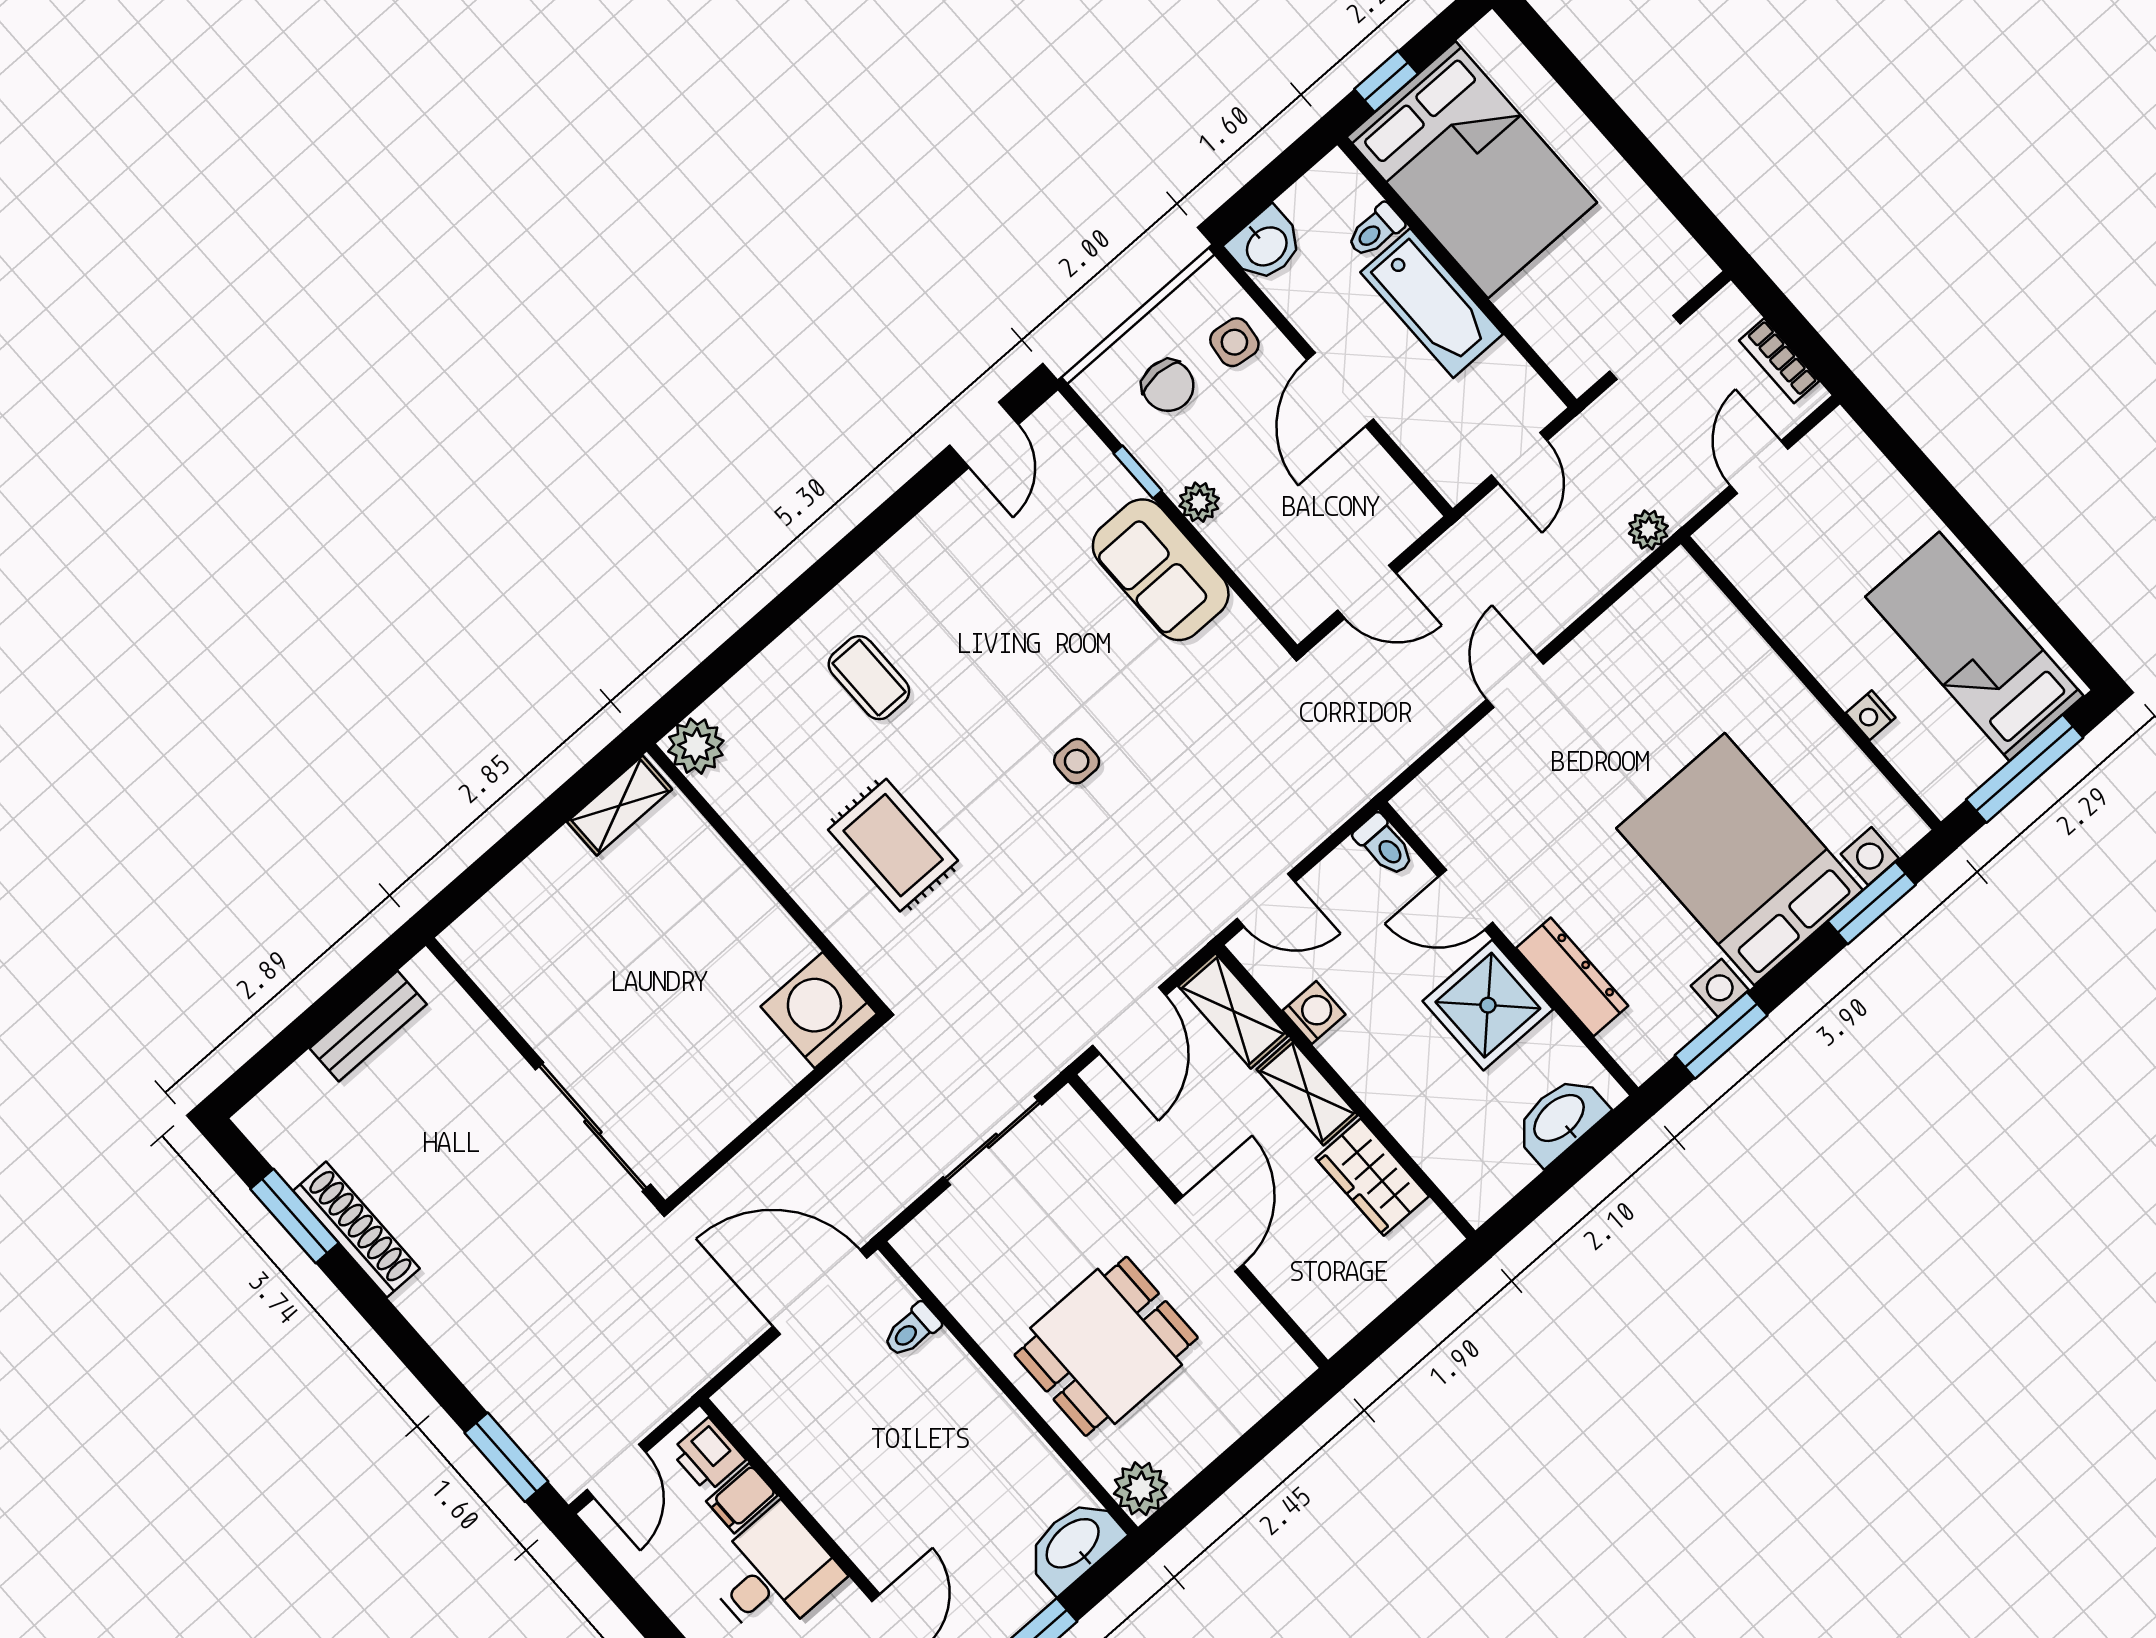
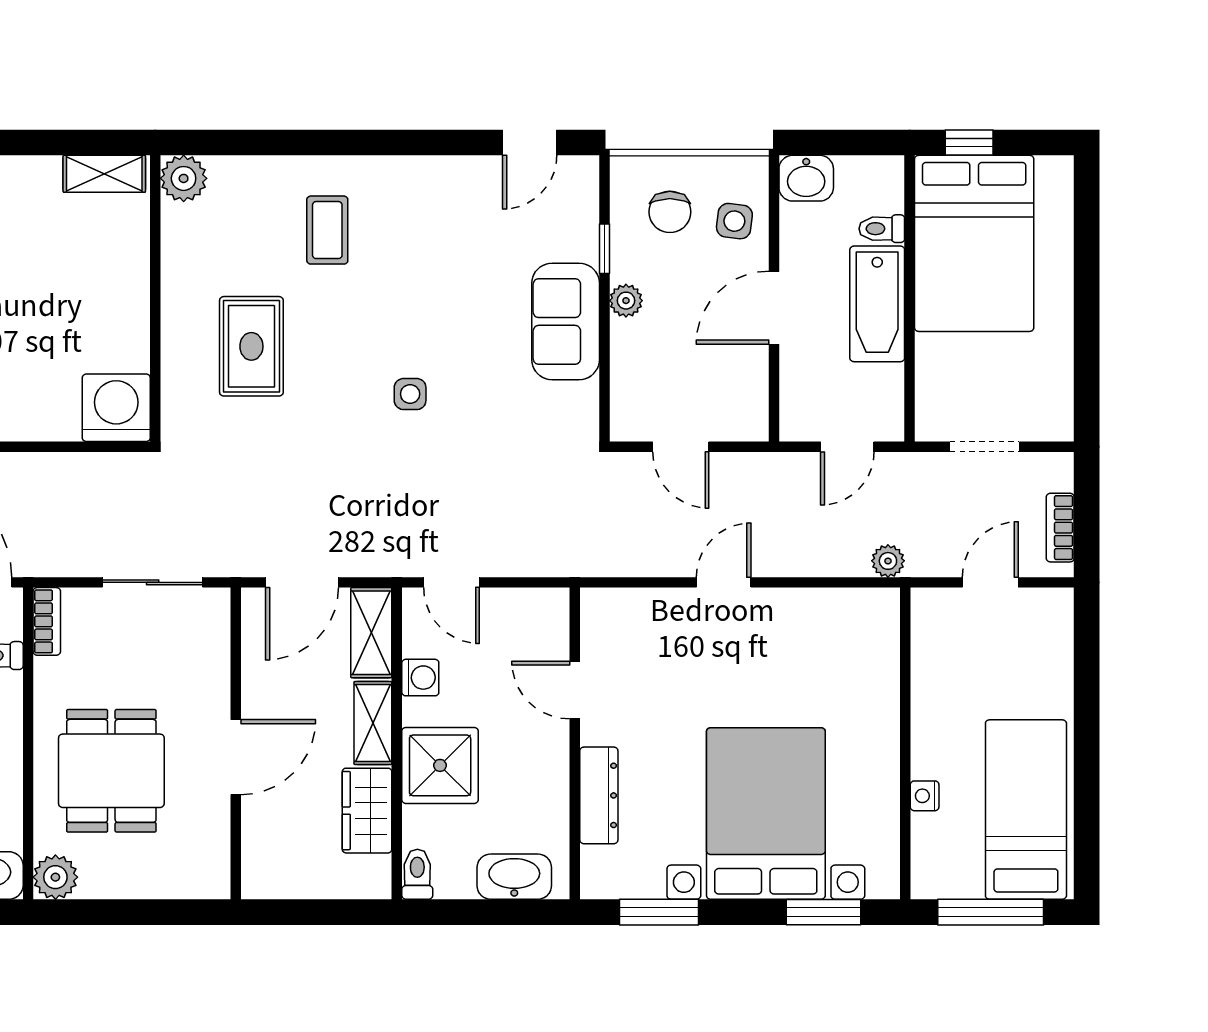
toilet: (1384, 845) -> (417, 874), moved, turned 180
shower: (1488, 1005) -> (440, 765), moved
bookcase: (927, 1261) -> (47, 621), added
dining table: (1106, 1346) -> (111, 771), turned 90

